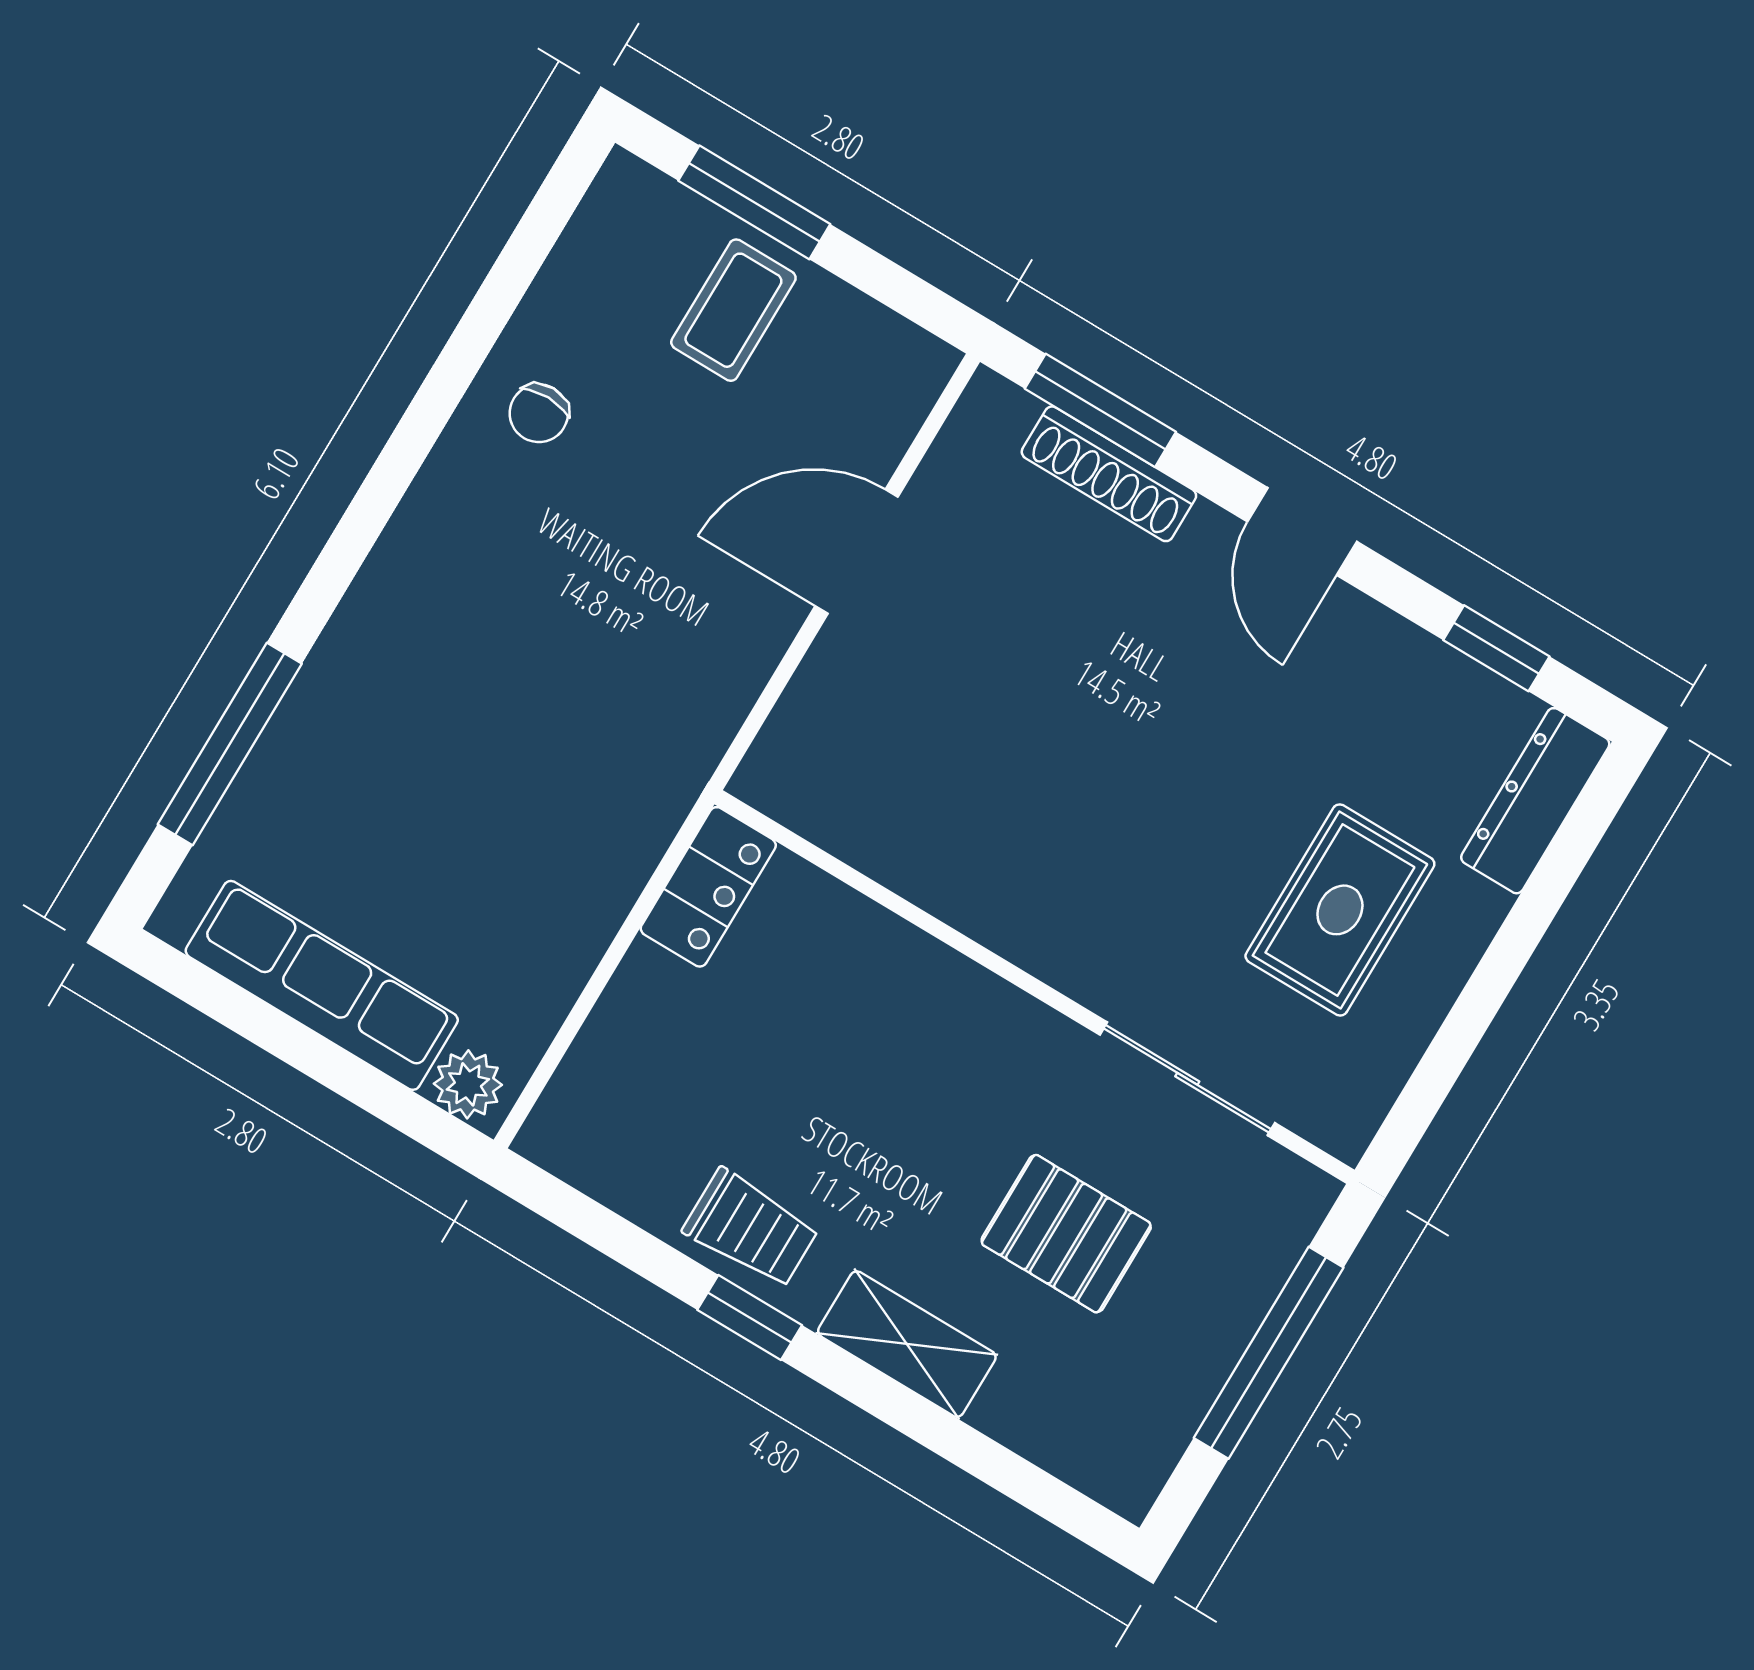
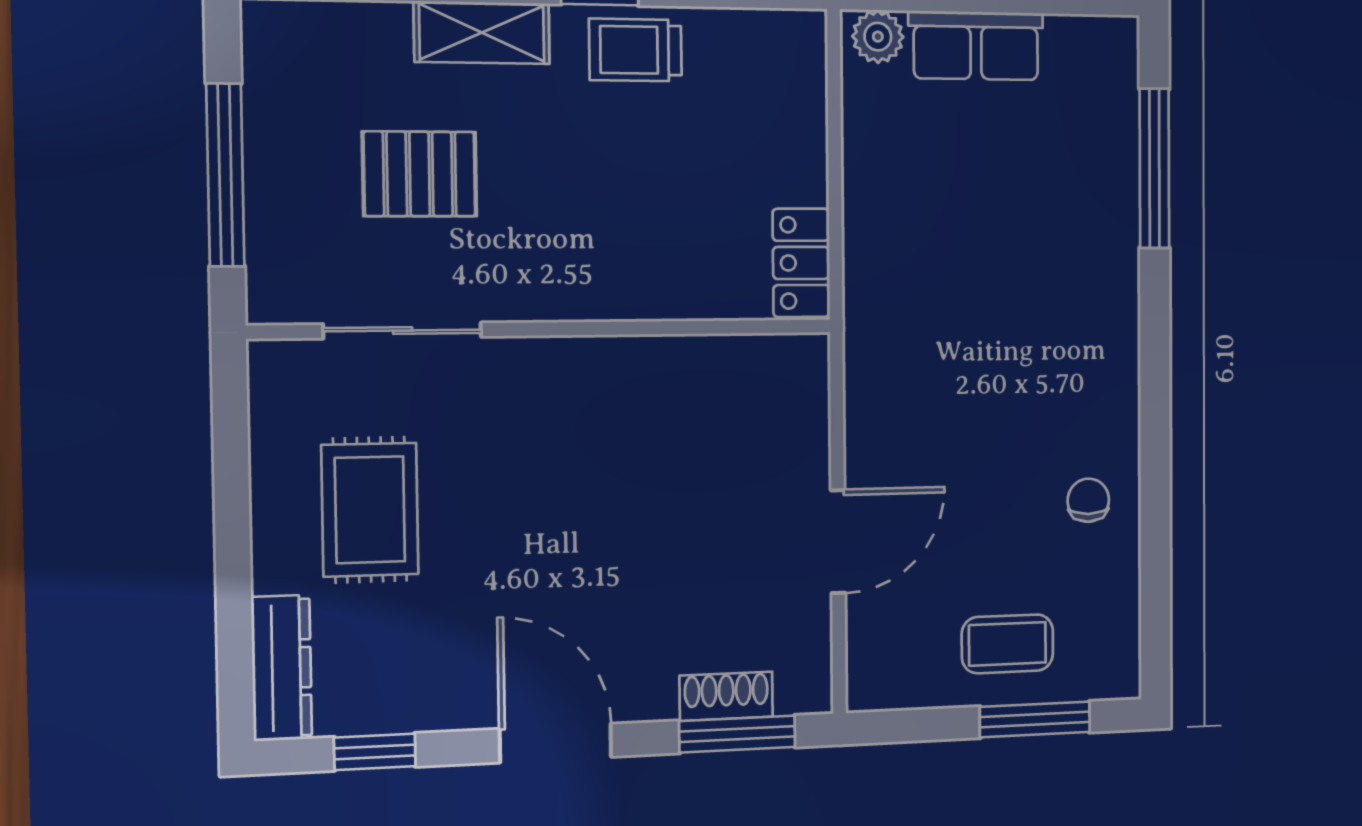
coffee table: (733, 310) -> (1007, 644), turned 90
shoe rack: (1109, 474) -> (726, 696), width x0.70
door: (1302, 532) -> (556, 743), width x1.38
row of seats: (322, 985) -> (976, 46), width x0.68

